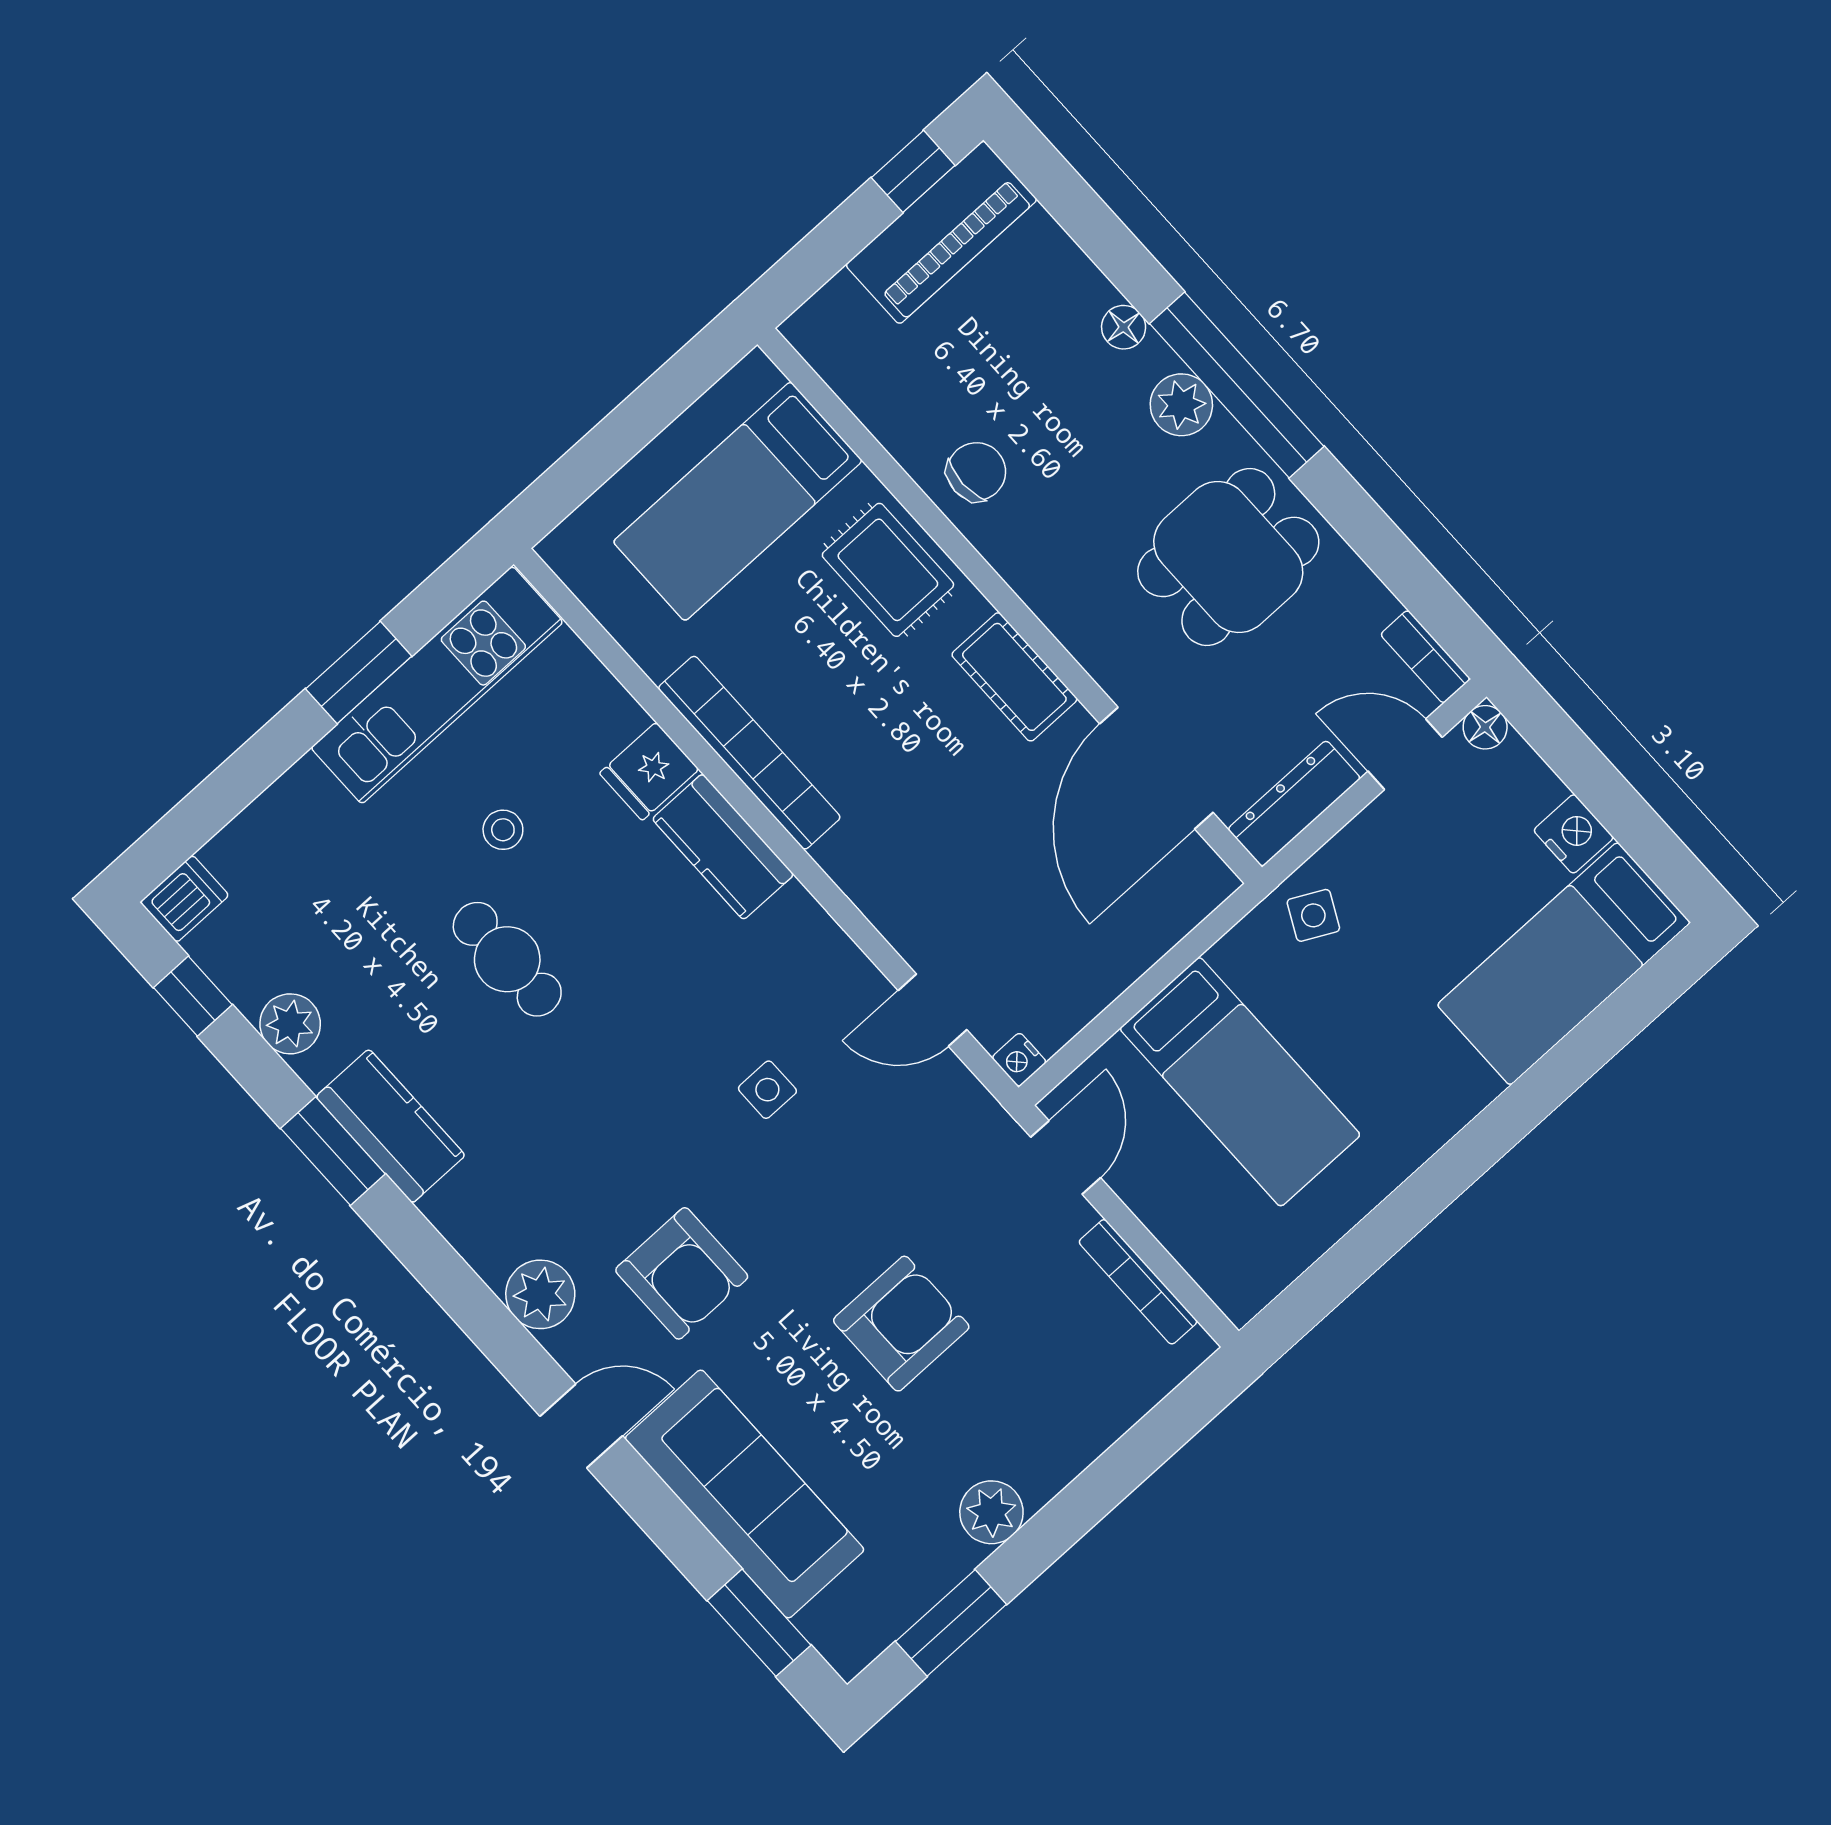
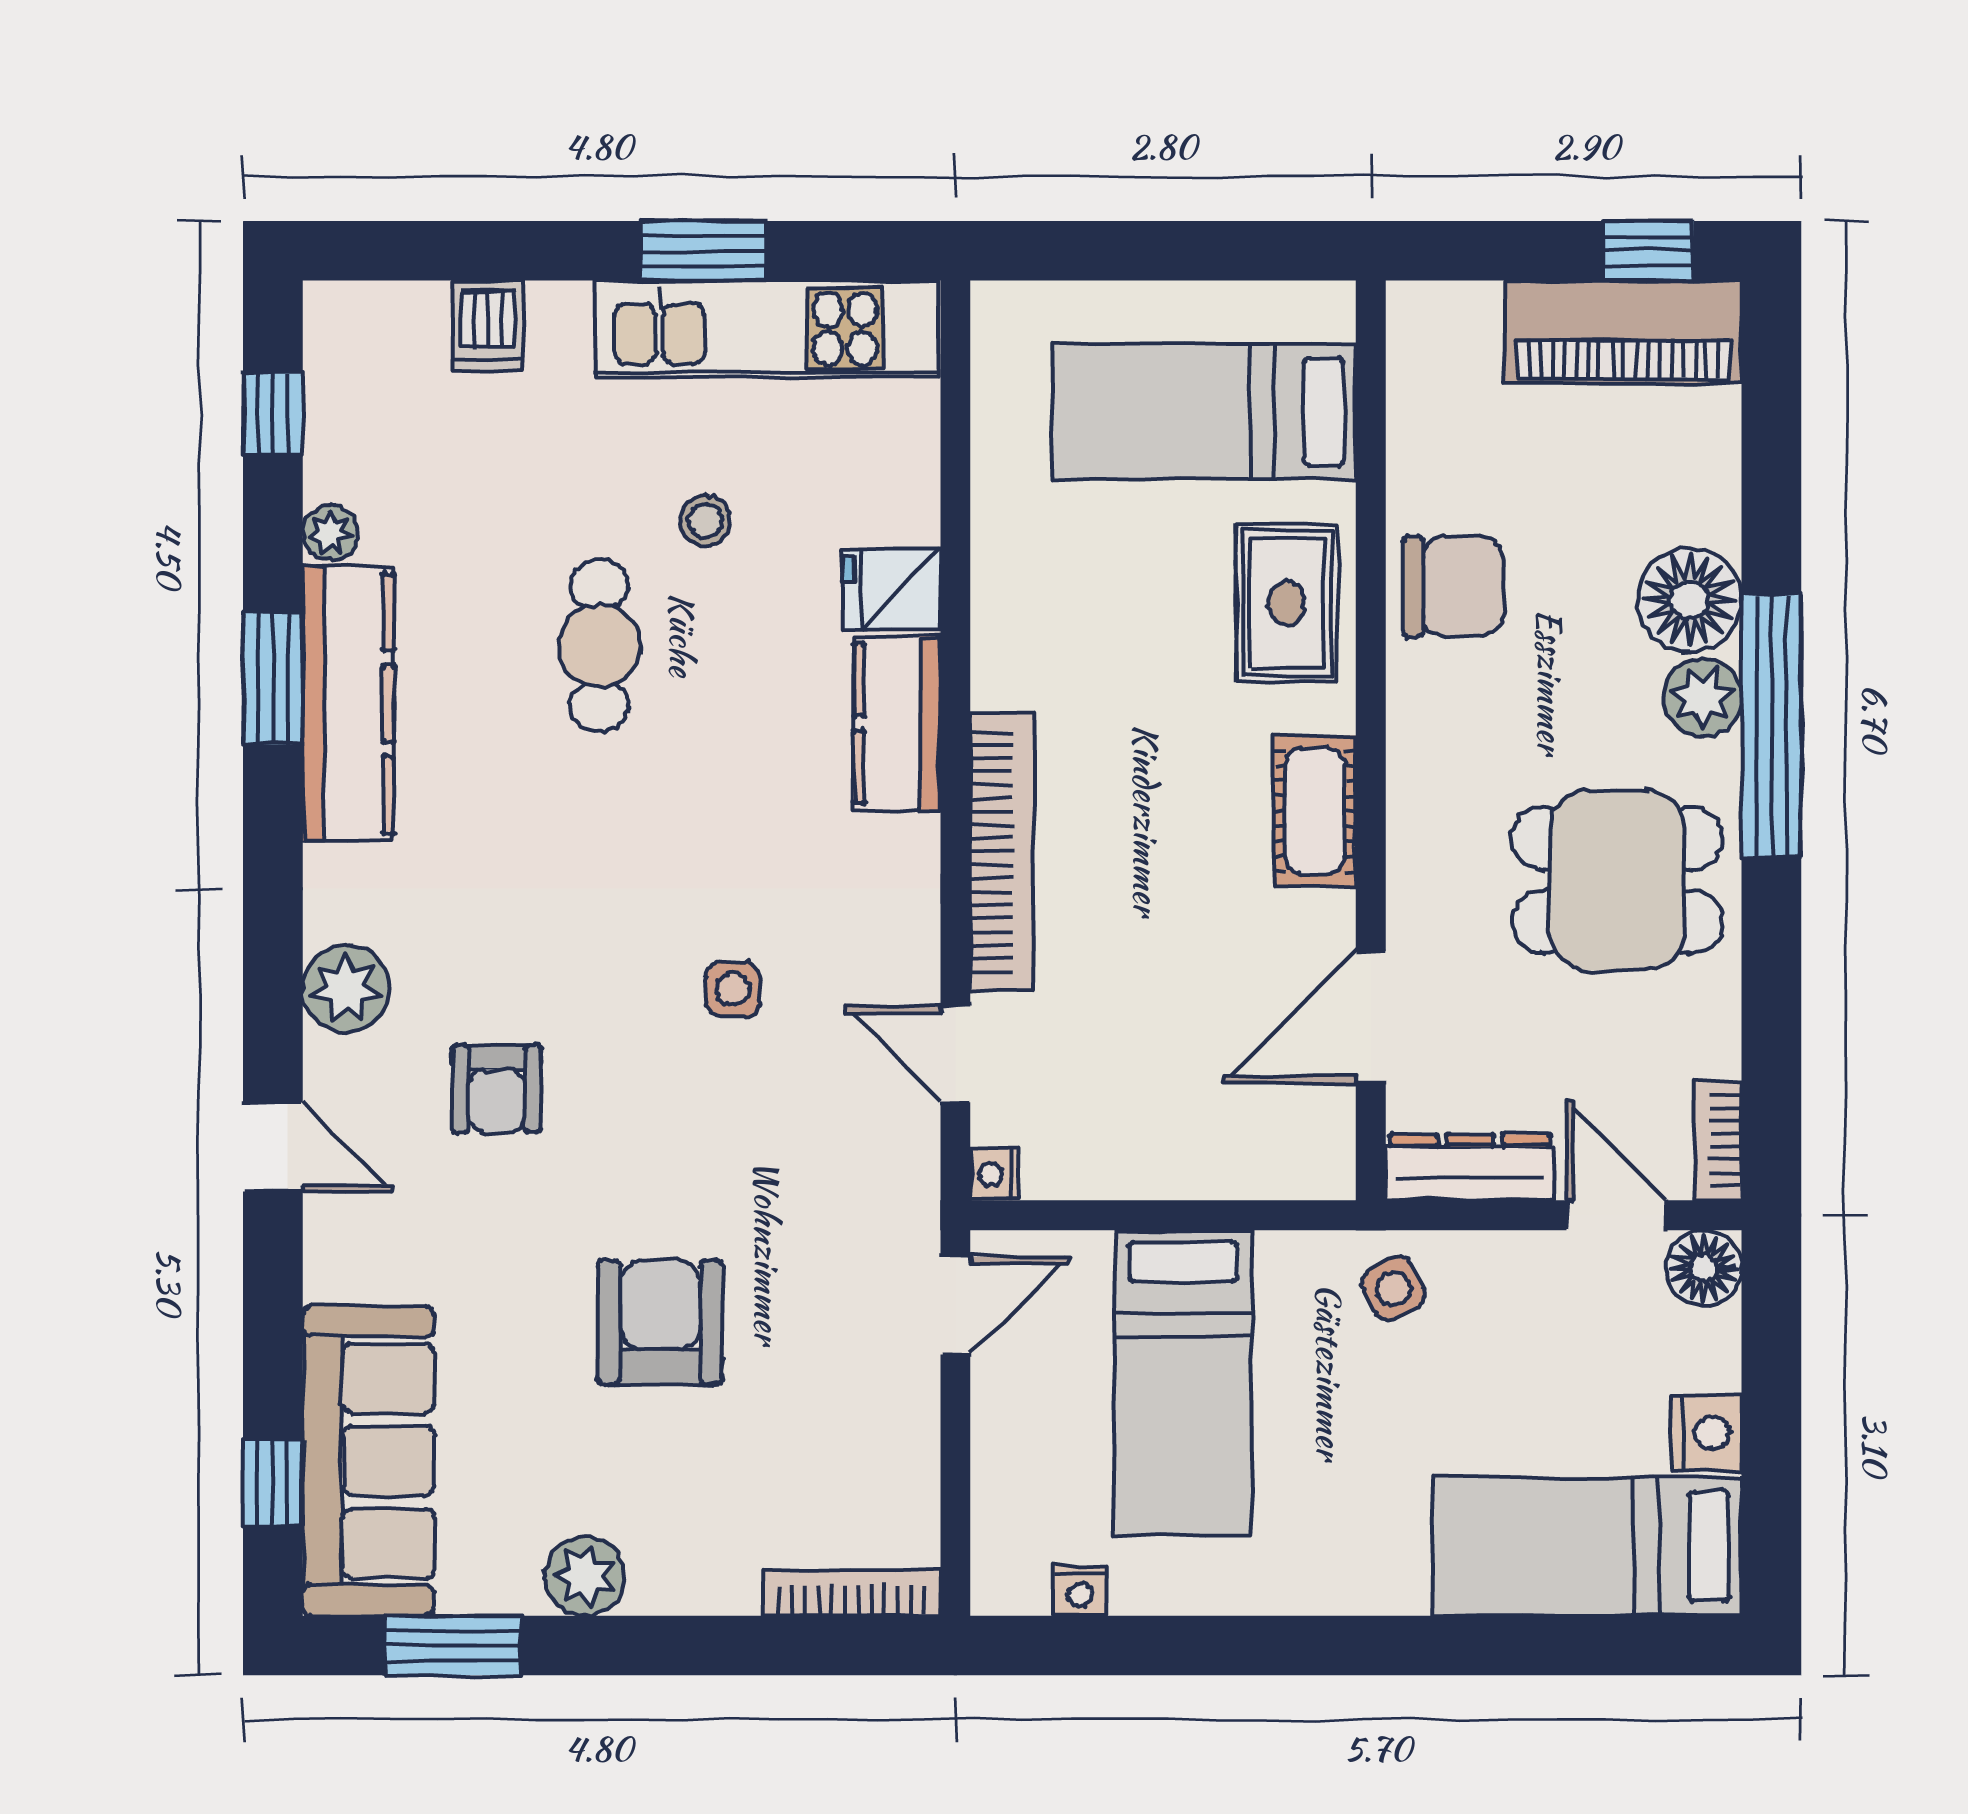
floor lamp: (1124, 327) -> (1690, 600), width x1.89, depth x1.89
chair: (976, 472) -> (1453, 586), width x1.37, depth x1.37
floor lamp: (1485, 727) -> (1704, 1268), width x1.37, depth x1.37
bookcase: (749, 753) -> (1002, 852), moved
door: (1156, 768) -> (1371, 1017), width x0.73
dishwasher: (184, 899) -> (488, 326), moved, turned 90
side table: (1313, 915) -> (1393, 1289), turned 35
plant: (290, 1024) -> (330, 533), width x0.73, depth x0.73
kitchen counter: (391, 1126) -> (348, 704), width x1.50
nightstand: (1290, 1259) -> (1080, 1591), added
armchair: (682, 1273) -> (497, 1089), width x0.72, depth x0.72
bookcase: (1138, 1282) -> (852, 1593), moved, turned 90
armchair: (901, 1324) -> (660, 1322), turned -90
sofa: (744, 1494) -> (368, 1461), moved
window: (759, 1623) -> (273, 1483), width x0.67

